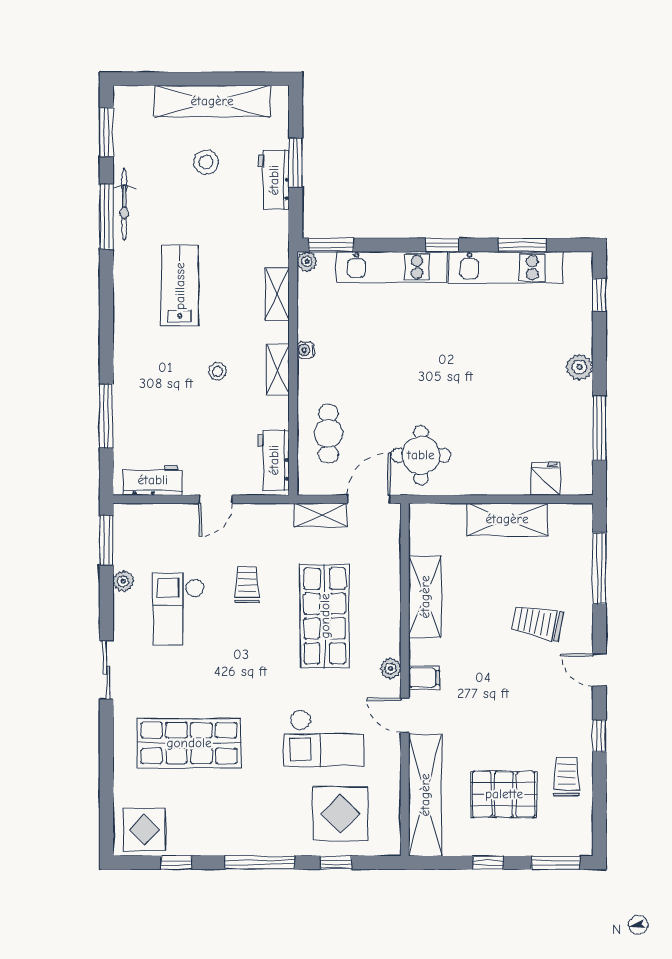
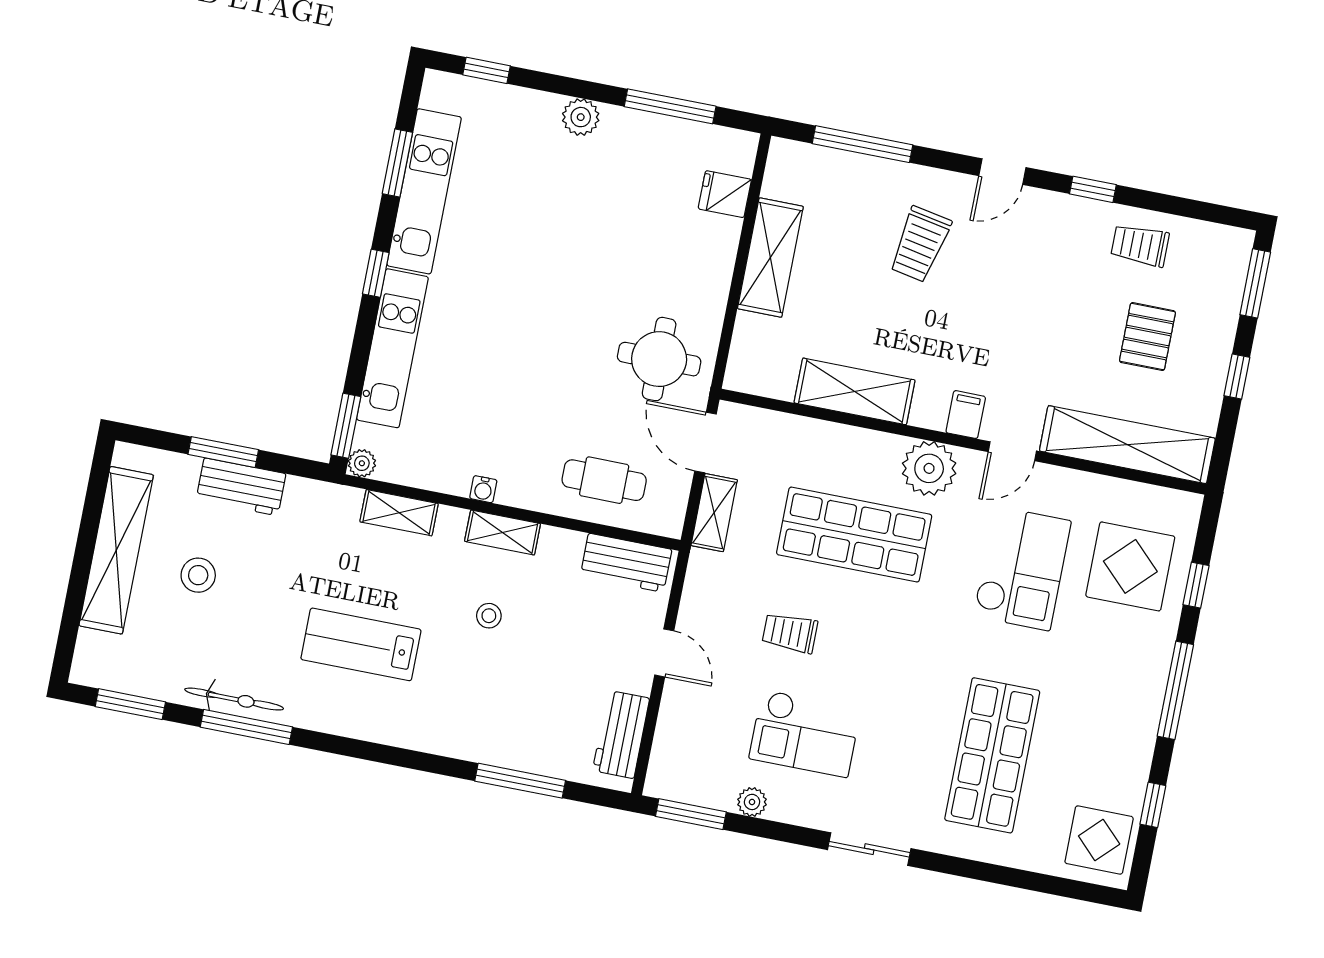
plant: (390, 669) -> (929, 468), width x1.88, depth x1.88
pallet: (504, 794) -> (1147, 337), width x0.67, depth x0.71

